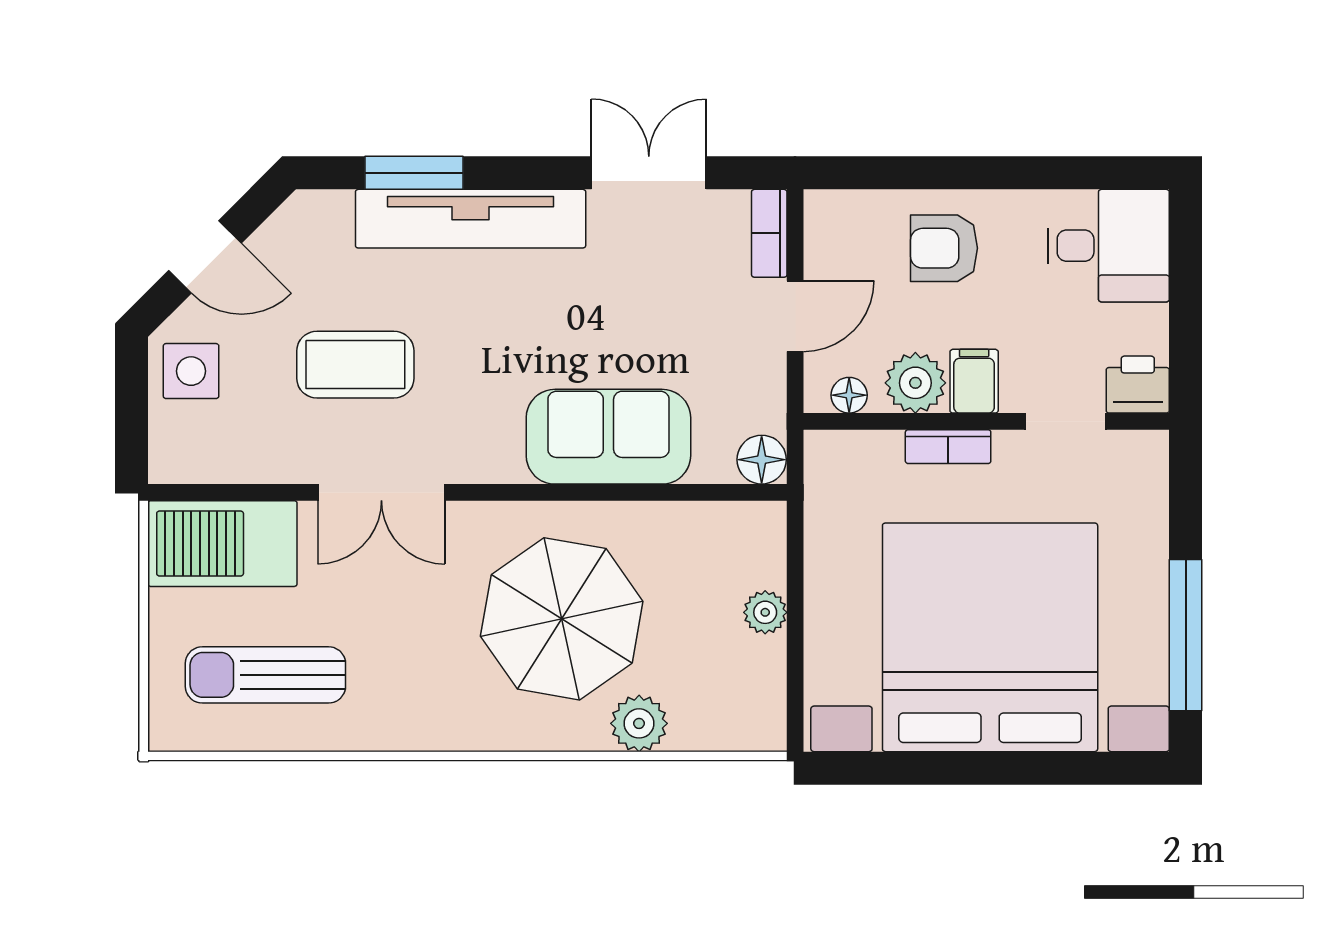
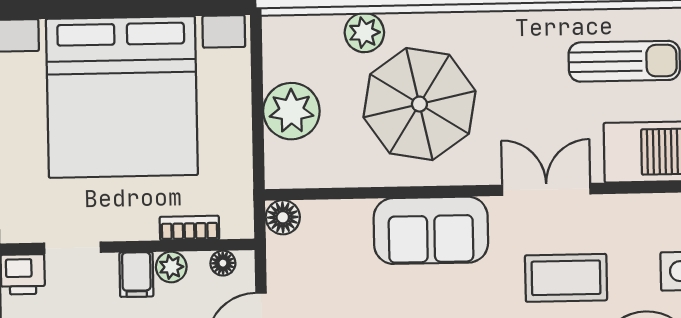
plant: (915, 383) -> (171, 267), width x0.73, depth x0.73
sofa: (608, 437) -> (431, 230), moved
bookcase: (948, 447) -> (189, 228), moved
plant: (765, 612) -> (291, 111), width x1.88, depth x1.88

